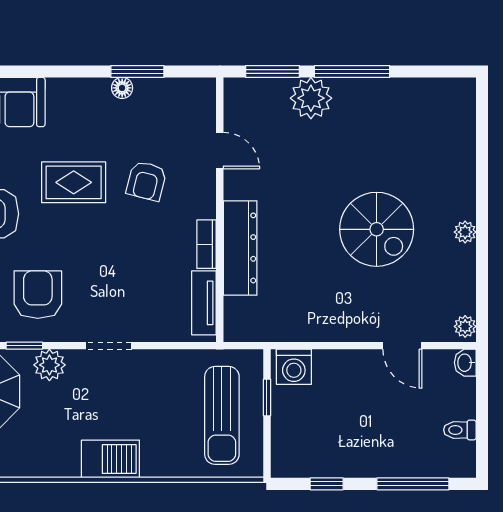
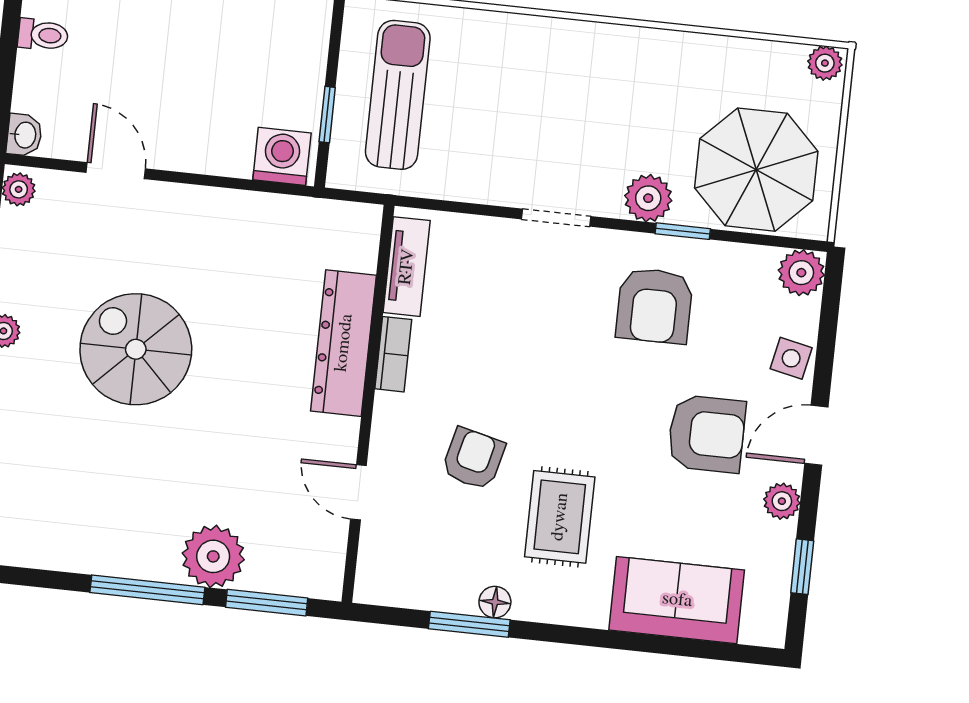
rug: (74, 182) -> (560, 517), moved, turned 90
barbecue: (110, 459) -> (572, 47), removed

